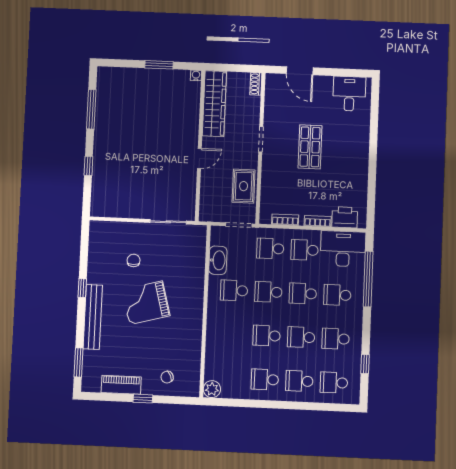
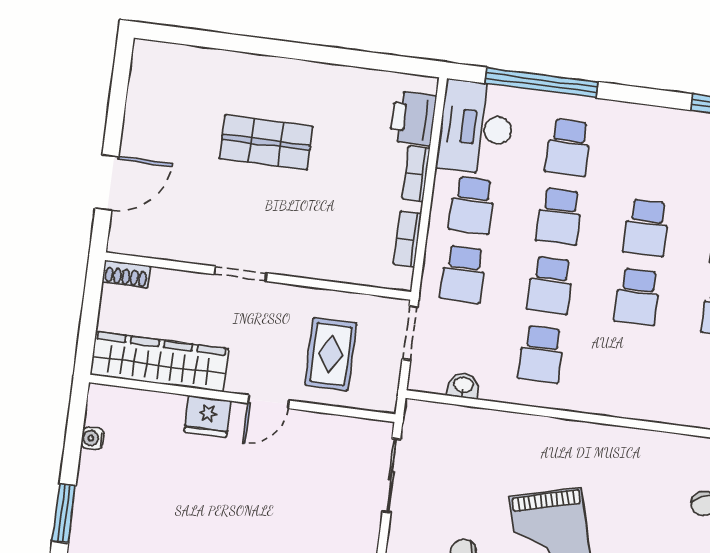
window: (159, 65) -> (64, 513), moved
water cooler: (196, 75) -> (93, 438), moved
desk: (349, 94) -> (163, 86), removed
fridge: (190, 129) -> (208, 416), added
shop shelf: (310, 147) -> (266, 142), moved
door: (199, 159) -> (268, 402), swing flipped
rug: (244, 186) -> (331, 354), moved, turned 90
washbasin: (218, 260) -> (463, 385), width x0.52, depth x0.69
school desk: (336, 339) -> (655, 159), removed

